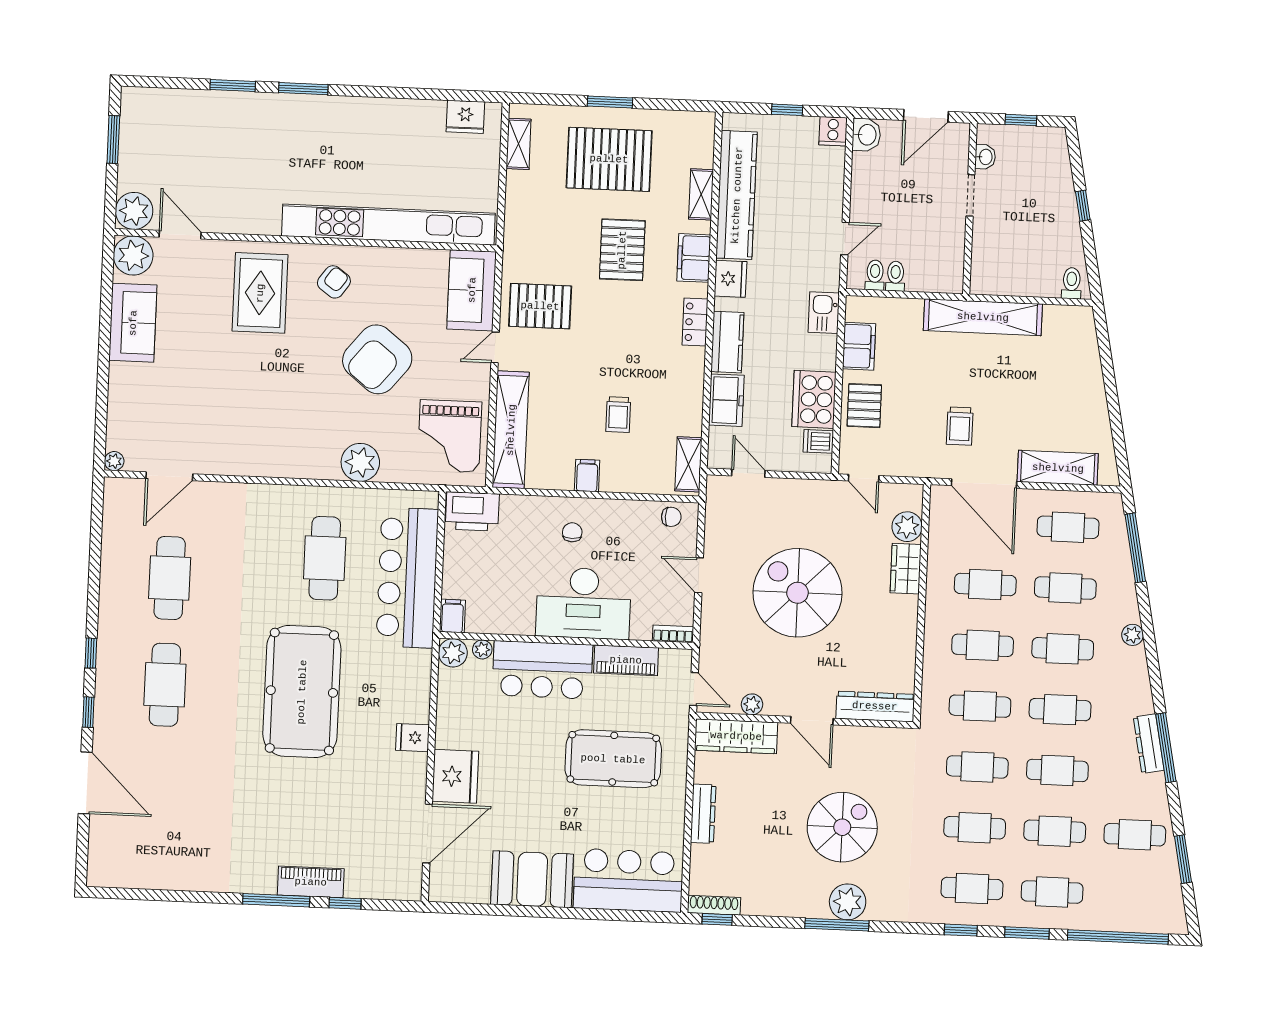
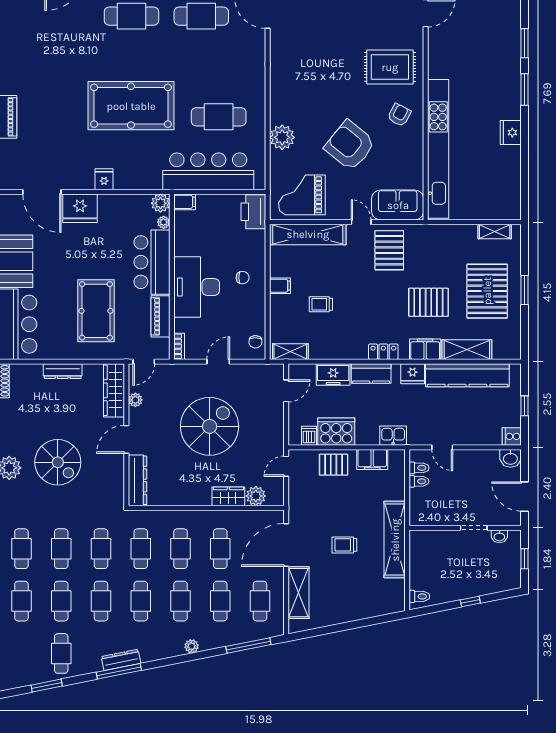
fridge: (465, 117) -> (511, 133), moved
shelving: (701, 194) -> (467, 350), width x1.50, depth x1.33
armchair: (334, 282) -> (399, 115), turned -98
trolley: (960, 426) -> (344, 545), moved

